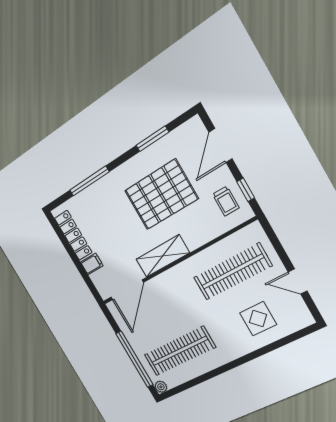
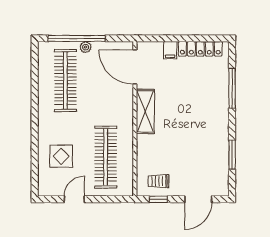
door: (221, 145) -> (198, 199), swing flipped
pallet: (161, 195) -> (190, 137), removed
plant: (161, 387) -> (86, 47), moved

